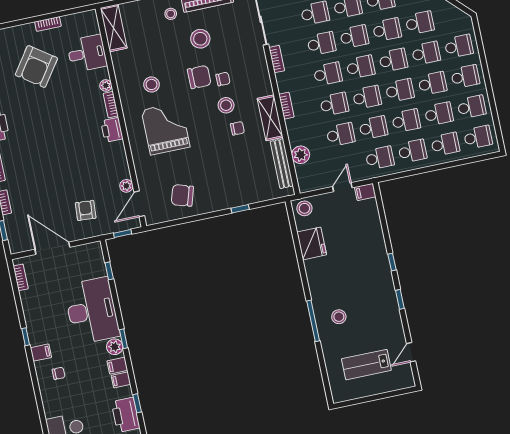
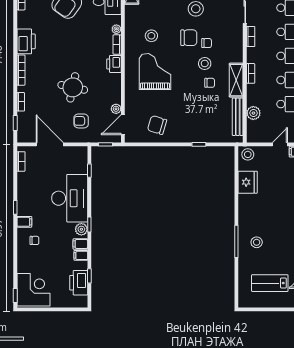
round table: (66, 170) -> (73, 87), added
armchair: (86, 210) -> (81, 121), turned -94

